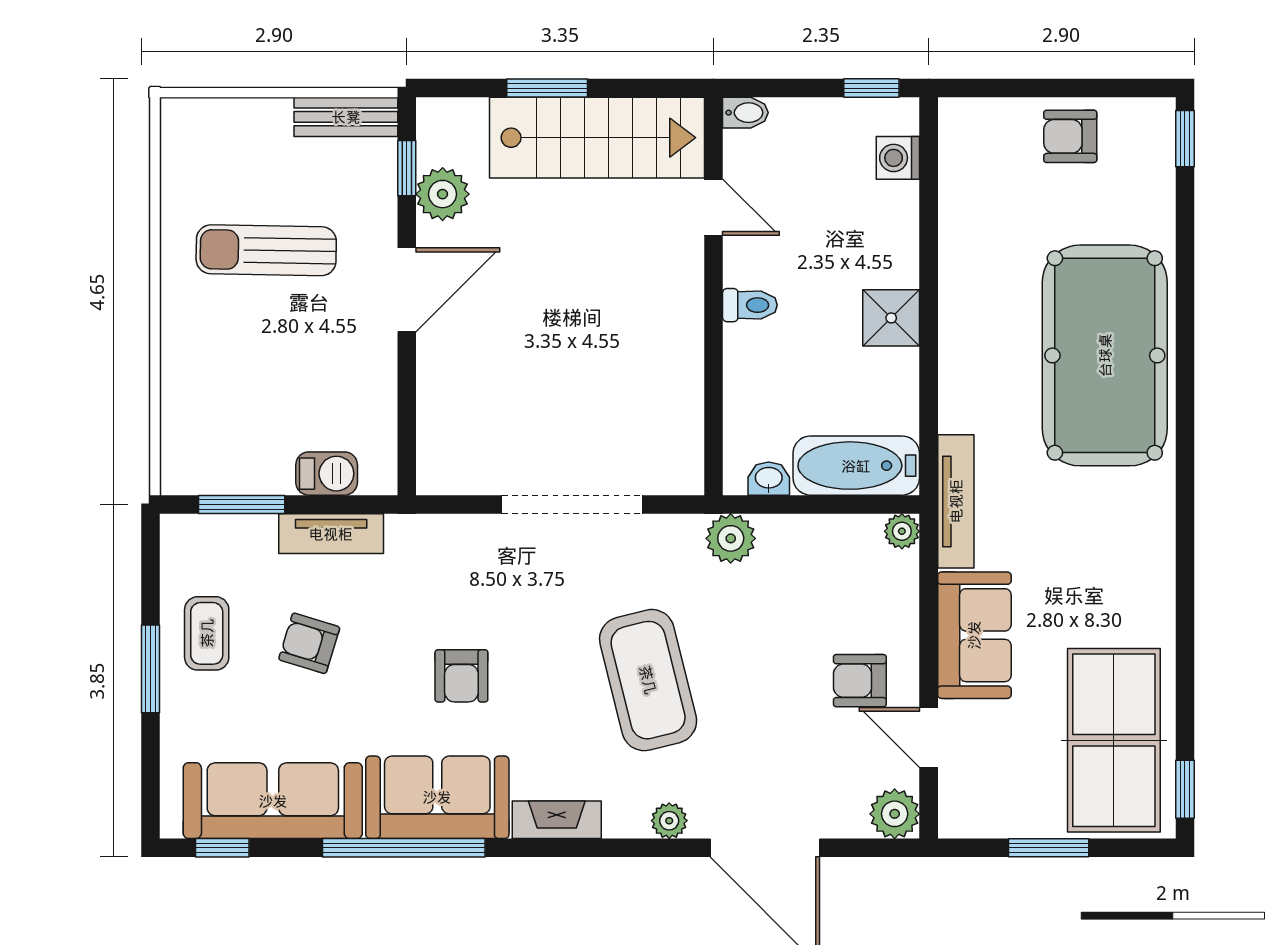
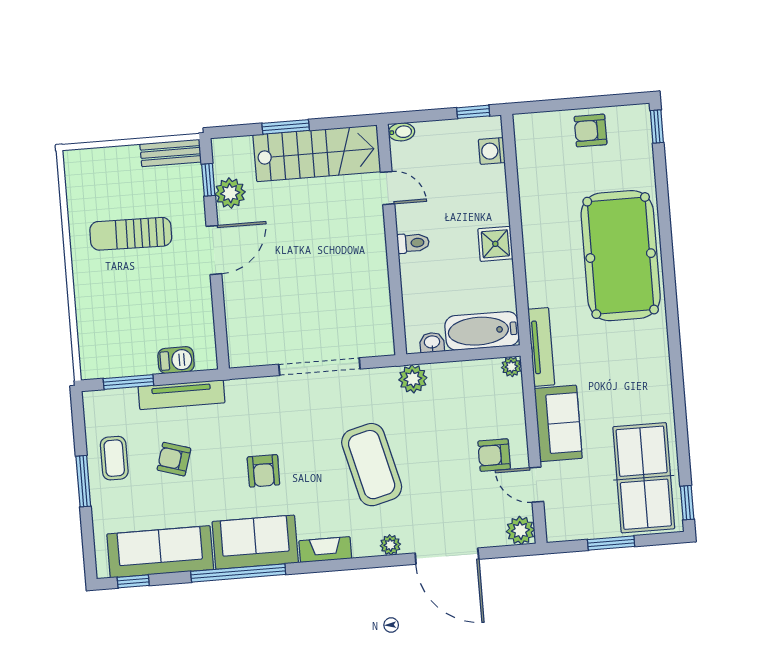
tv unit: (331, 534) -> (182, 395), width x1.41

